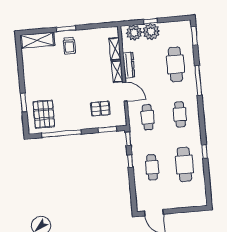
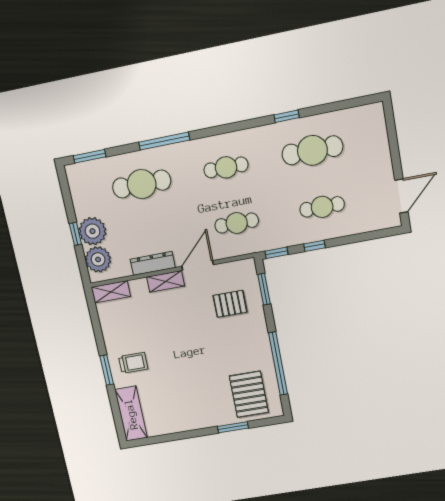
shelving: (115, 49) -> (111, 292), moved
pallet: (100, 109) -> (230, 304), turned 90
pallet: (44, 114) -> (249, 394), turned 90

